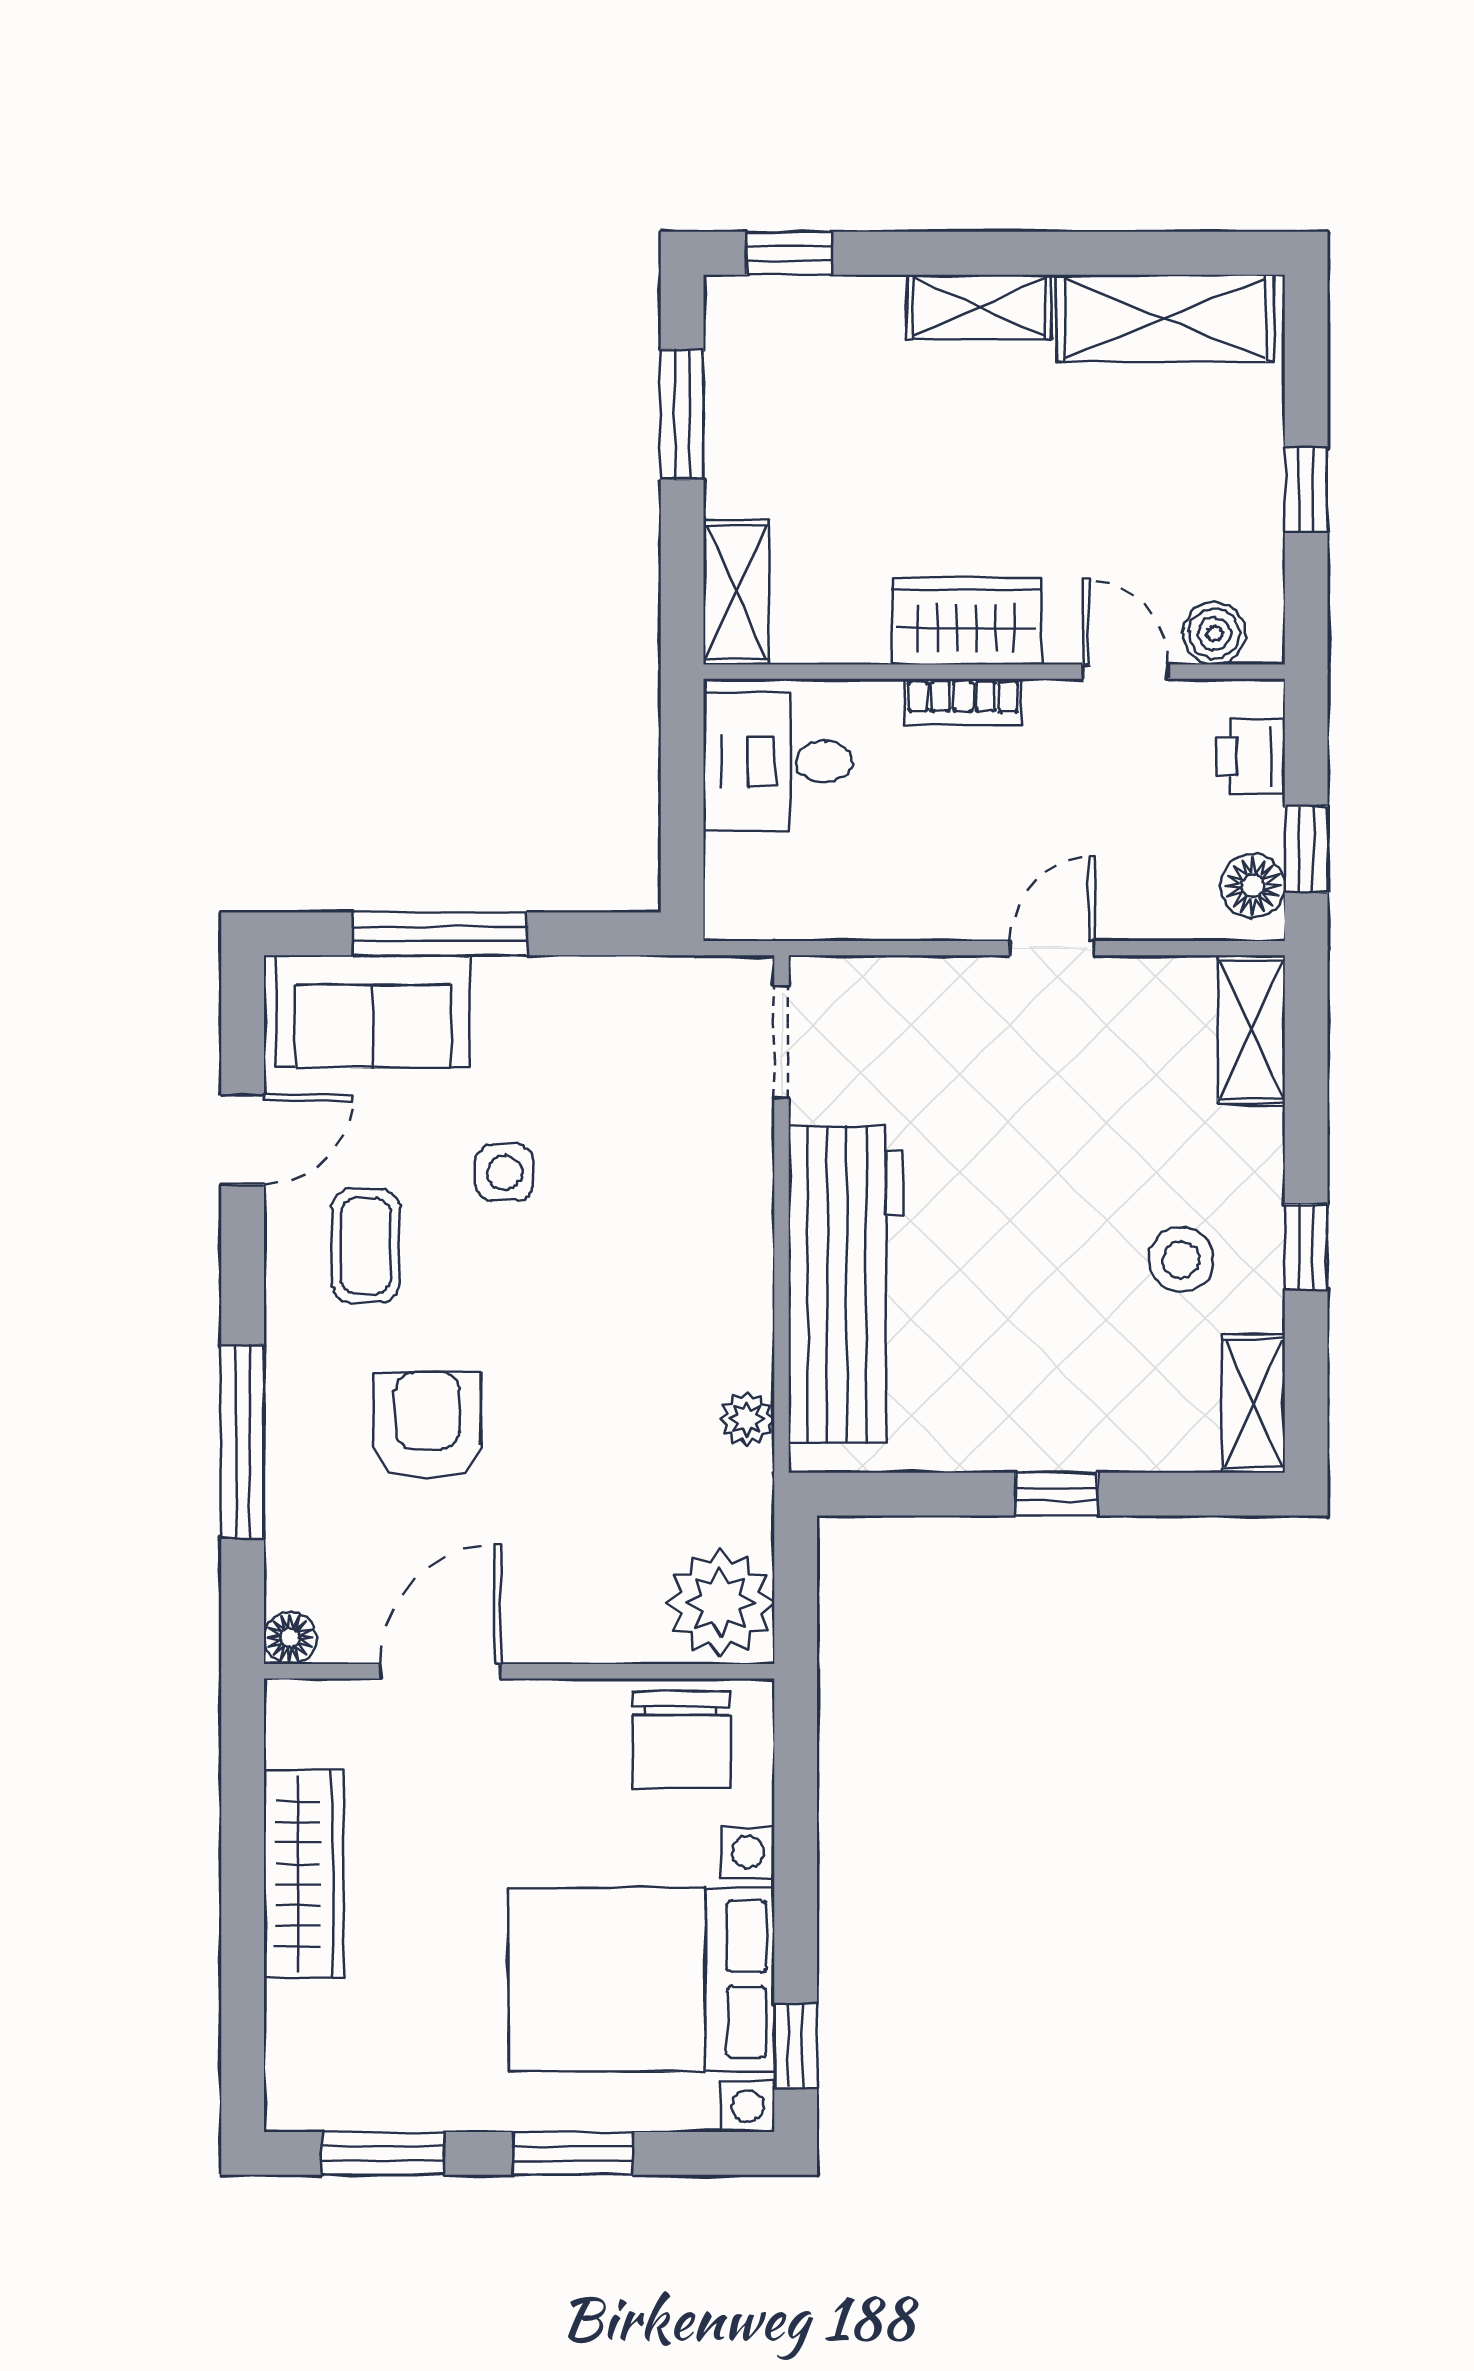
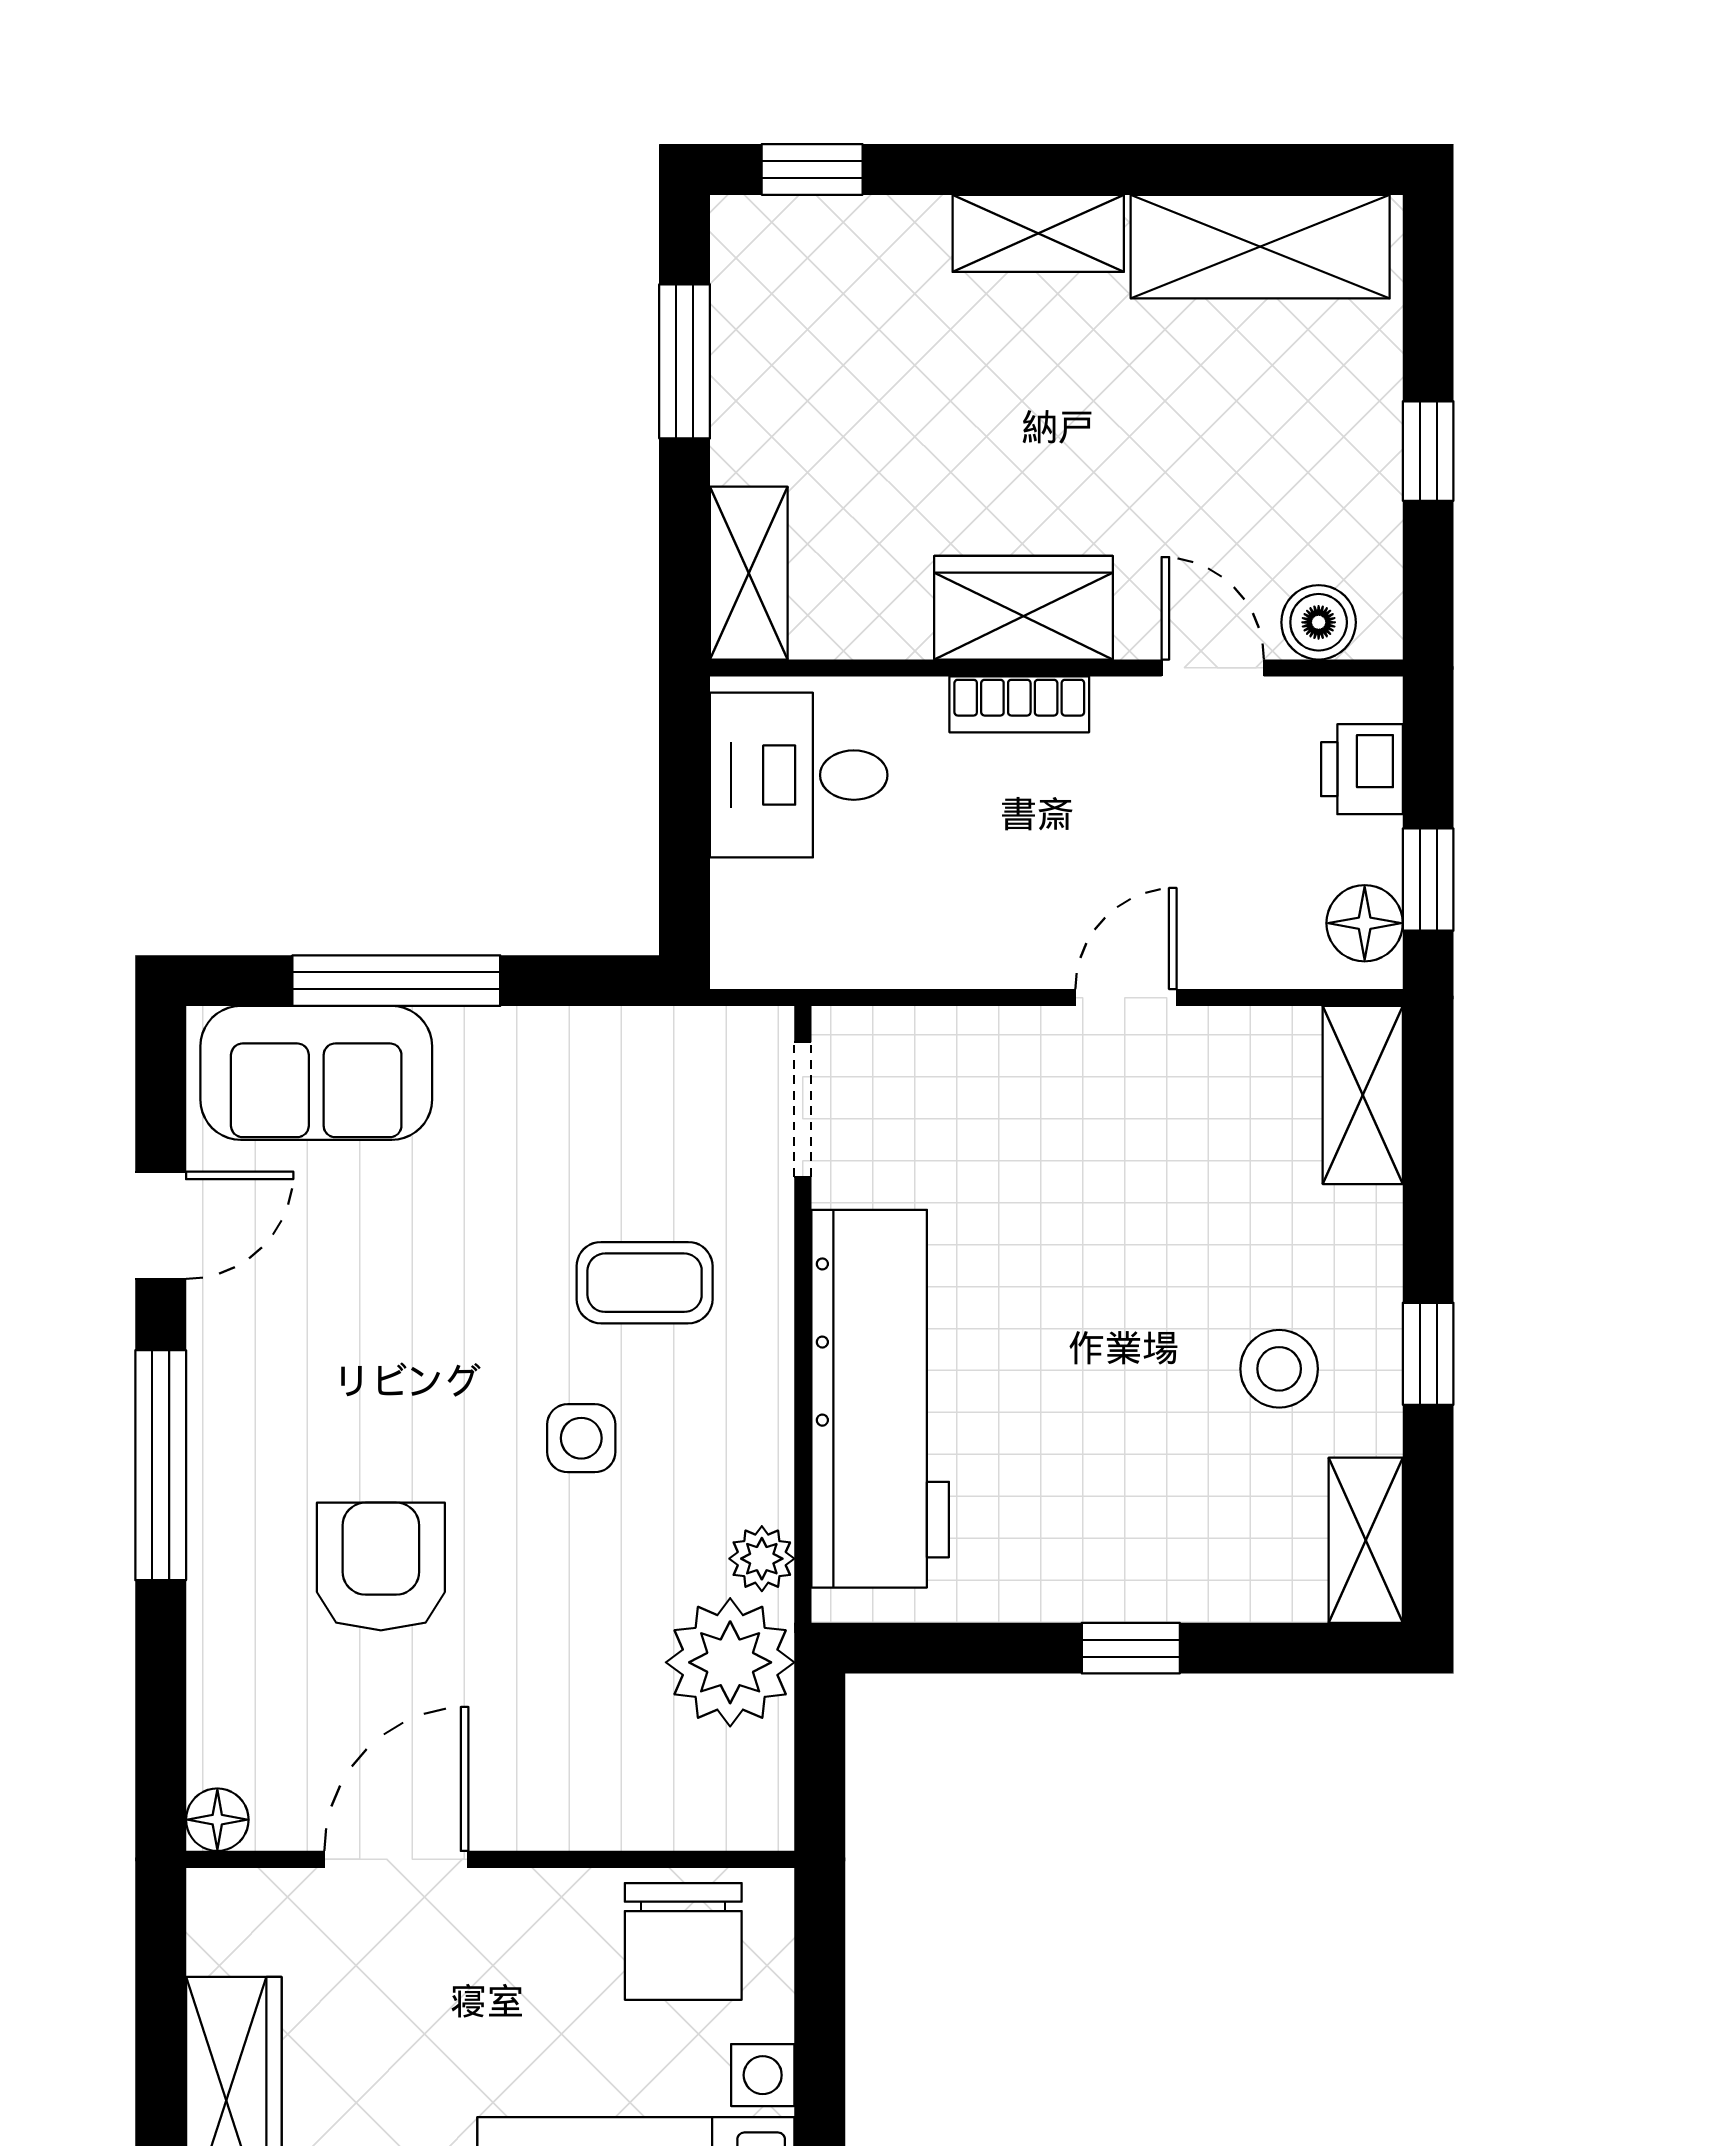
side table: (504, 1173) -> (581, 1438), moved
coffee table: (366, 1246) -> (645, 1283), moved, turned 90
window: (243, 1441) -> (161, 1465), moved
plant: (720, 1603) -> (730, 1662), moved

